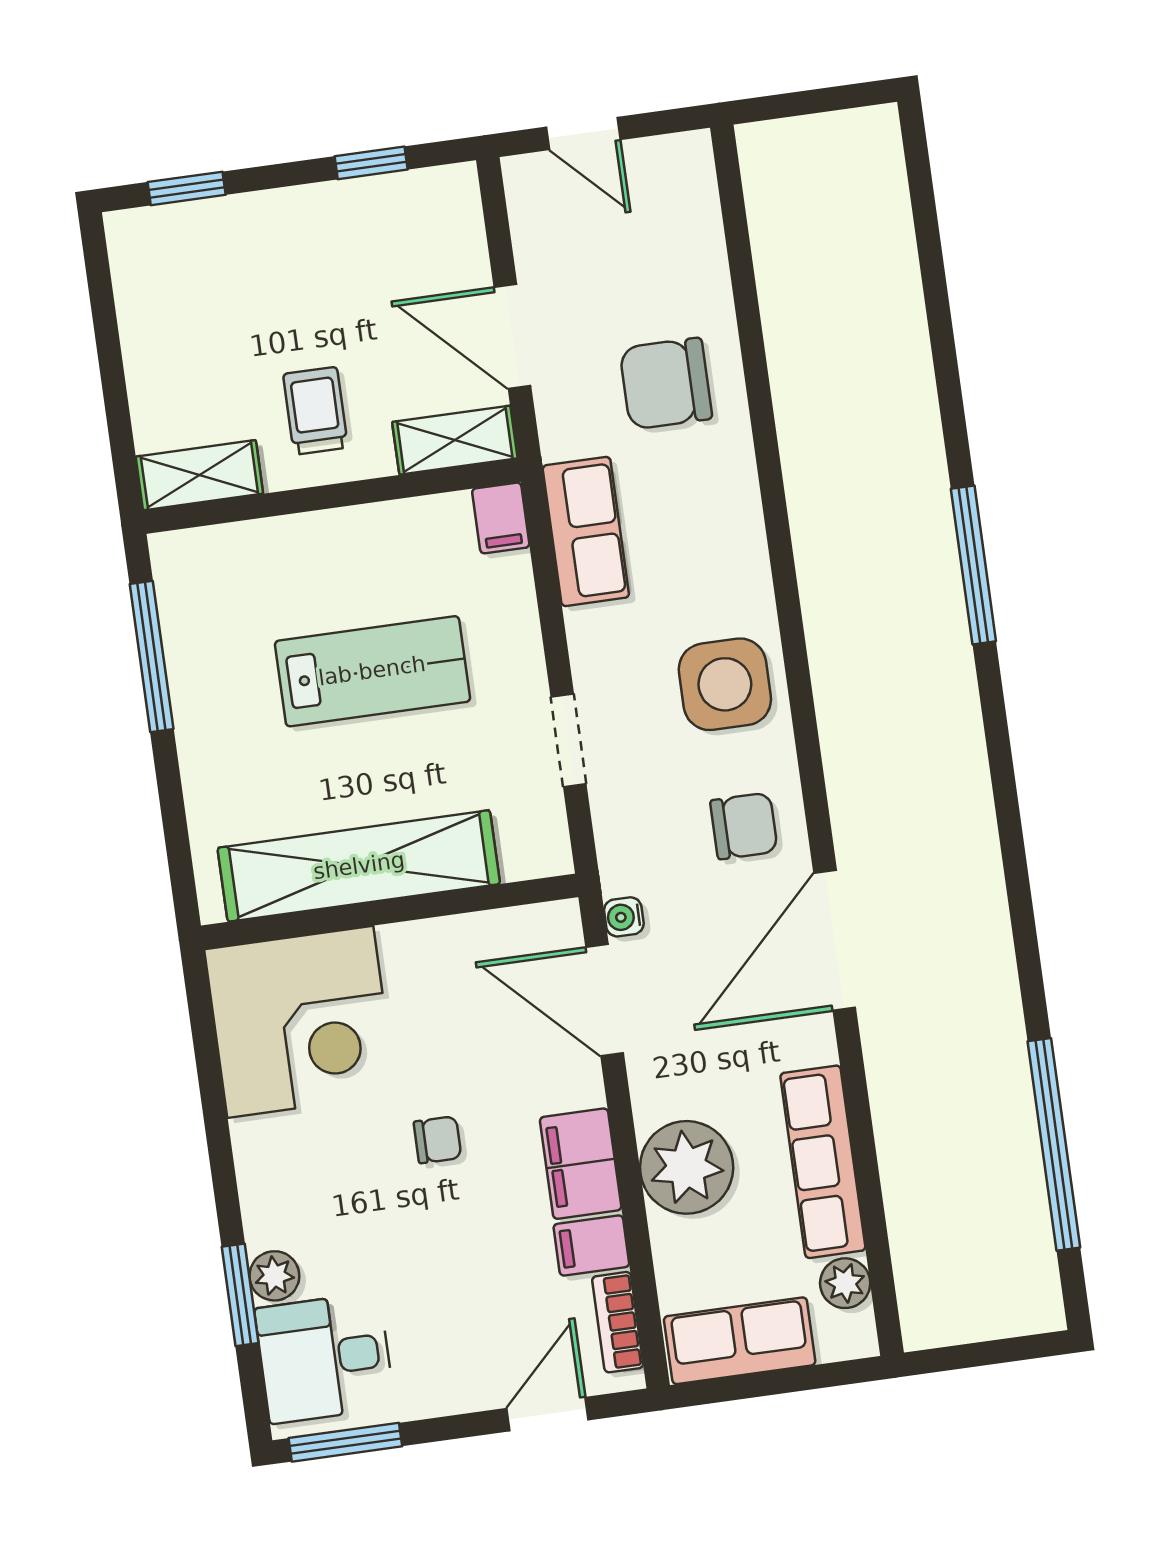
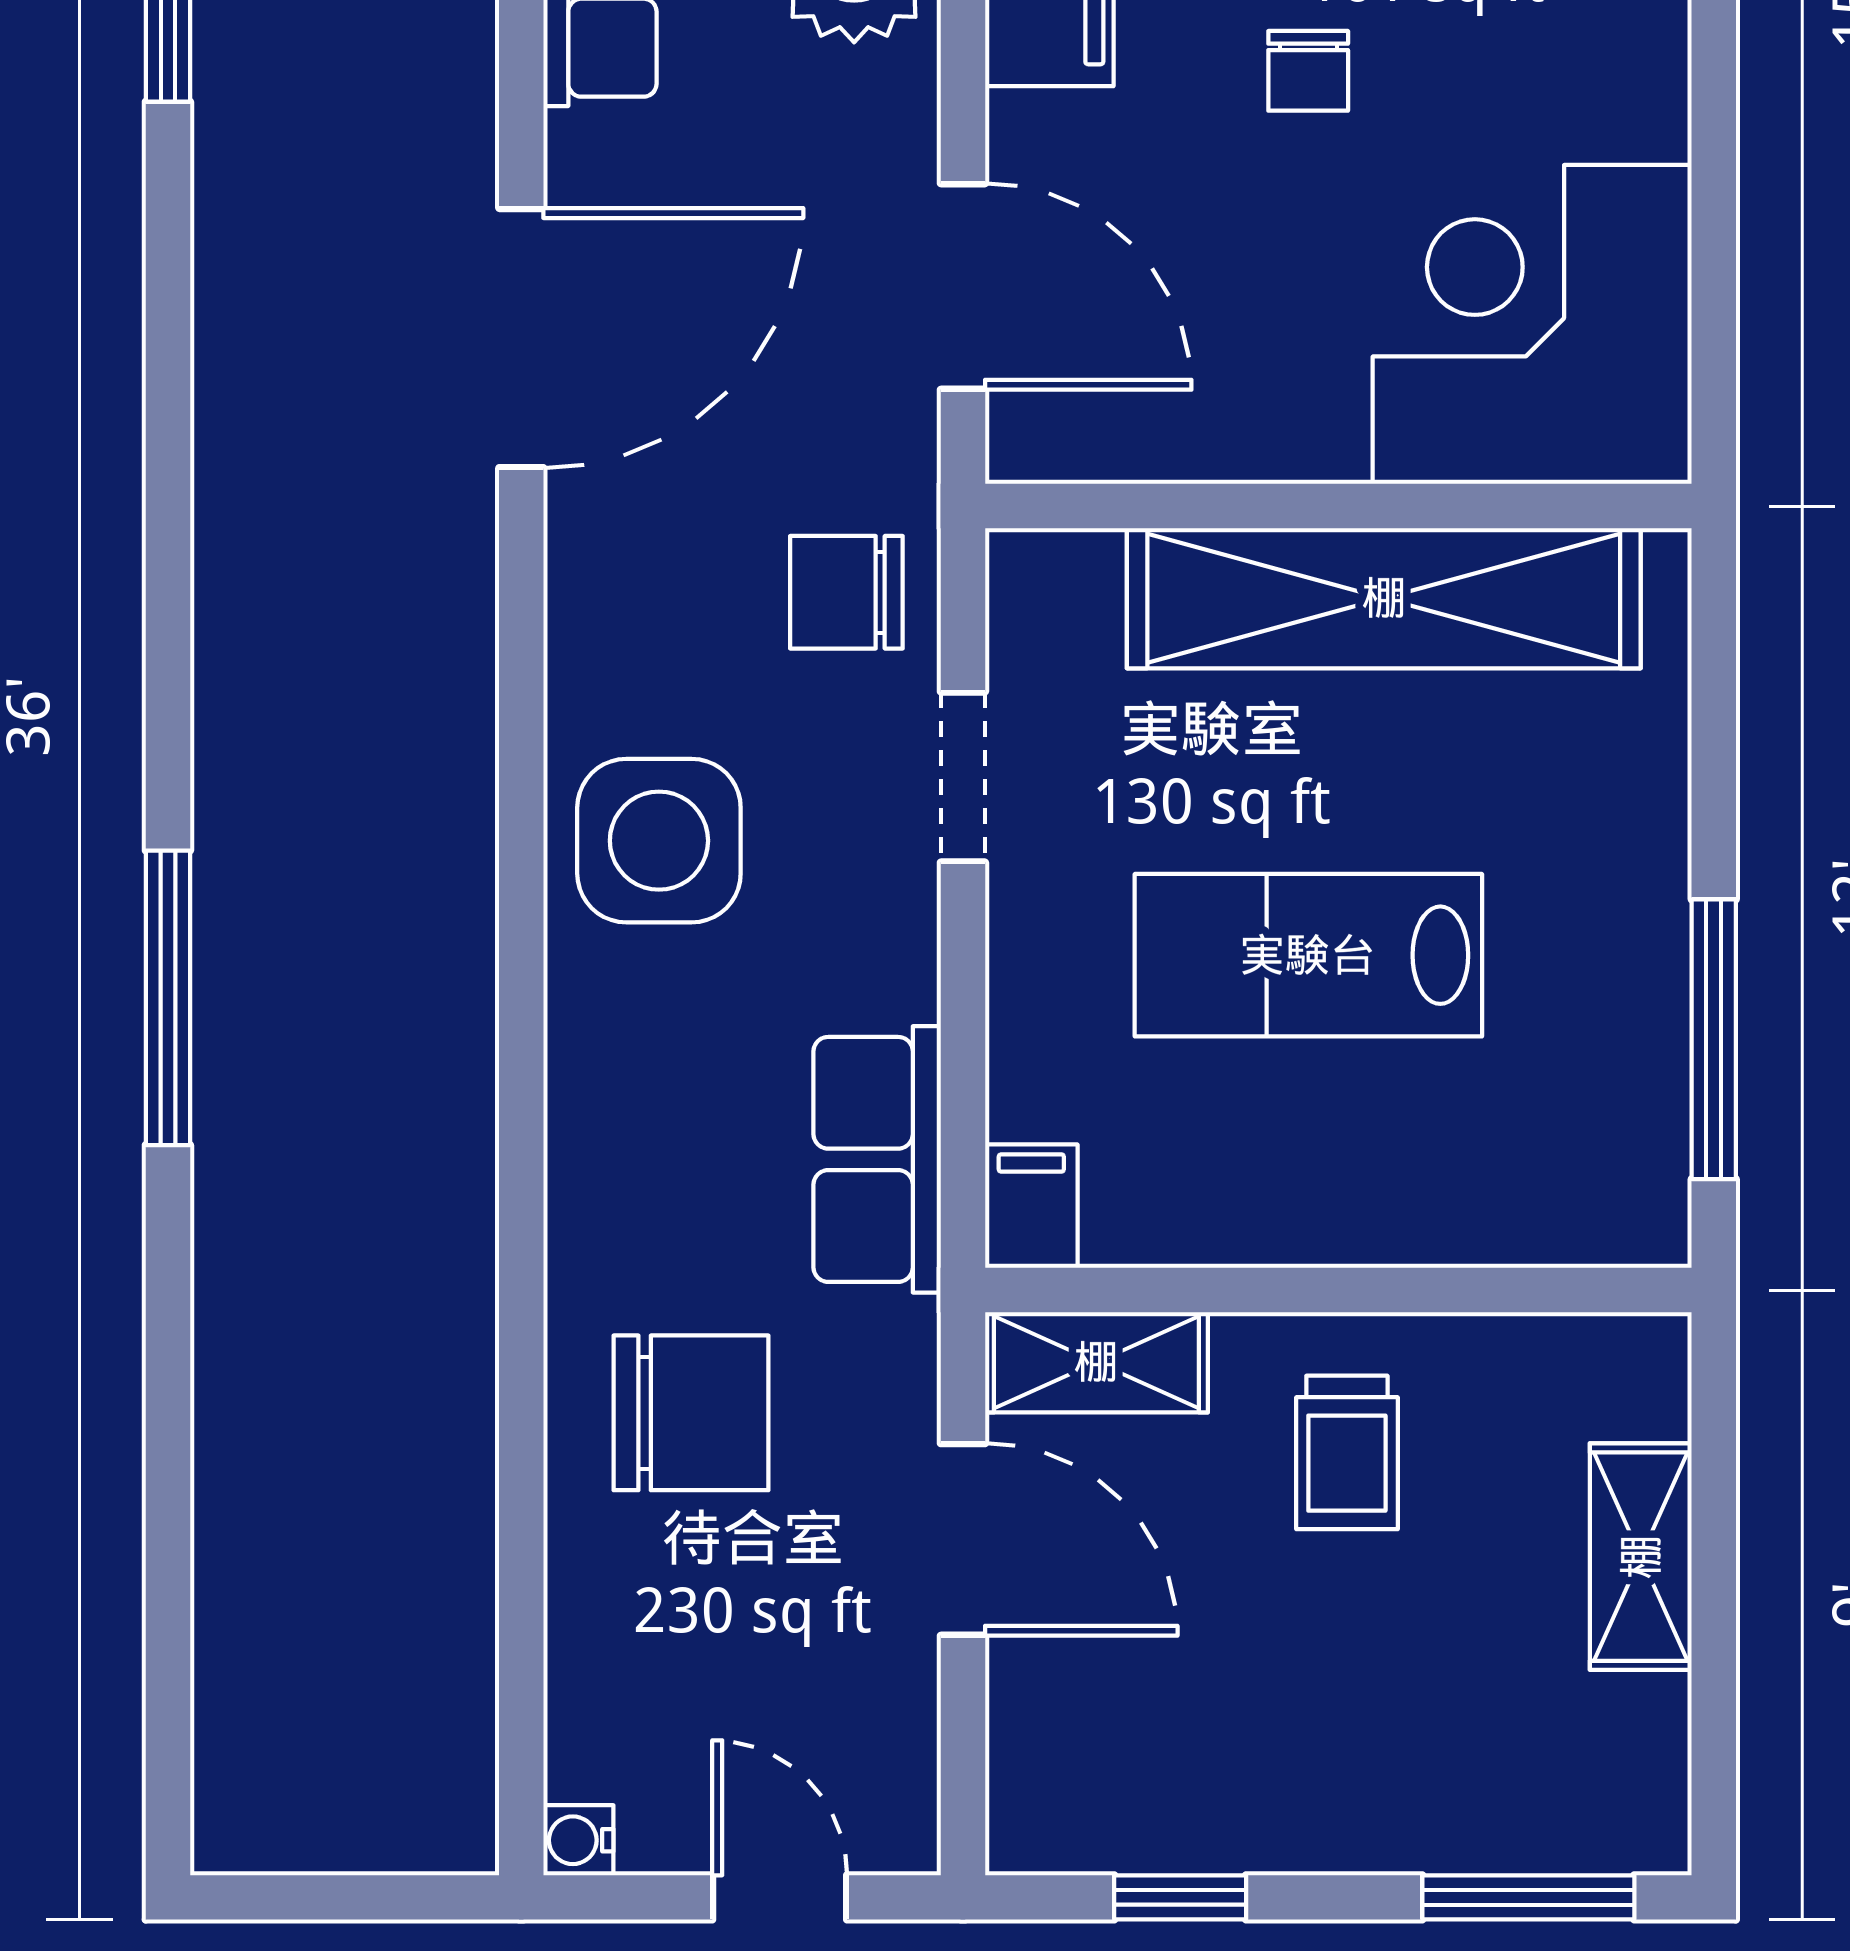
window: (187, 188) -> (1528, 1897), width x1.50
shelving: (199, 475) -> (1641, 1557), moved, turned 90
chair: (744, 826) -> (846, 592), moved
water cooler: (624, 917) -> (578, 1840), moved, turned 180
chair: (438, 1140) -> (1308, 71), turned -90

